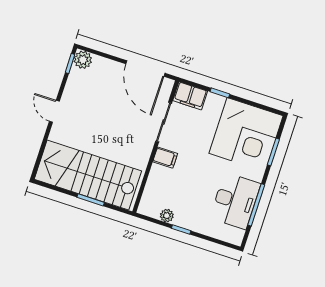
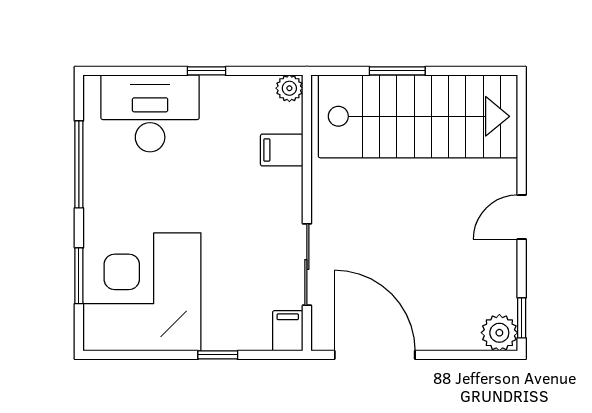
filing cabinet: (190, 96) -> (288, 331), width x0.50
door: (54, 111) -> (522, 217), swing flipped
filing cabinet: (165, 158) -> (282, 150), moved
desk: (235, 201) -> (150, 113), moved, turned 90
plant: (167, 216) -> (289, 88), moved

